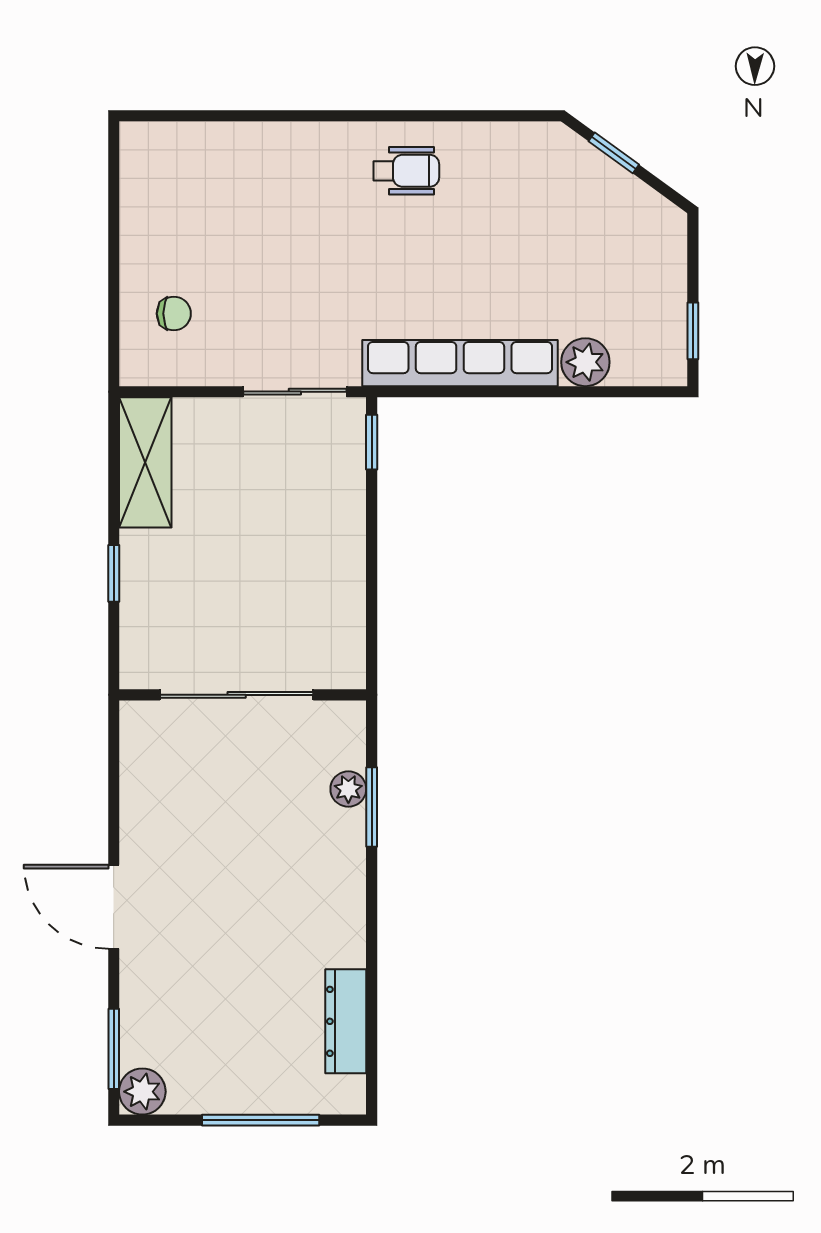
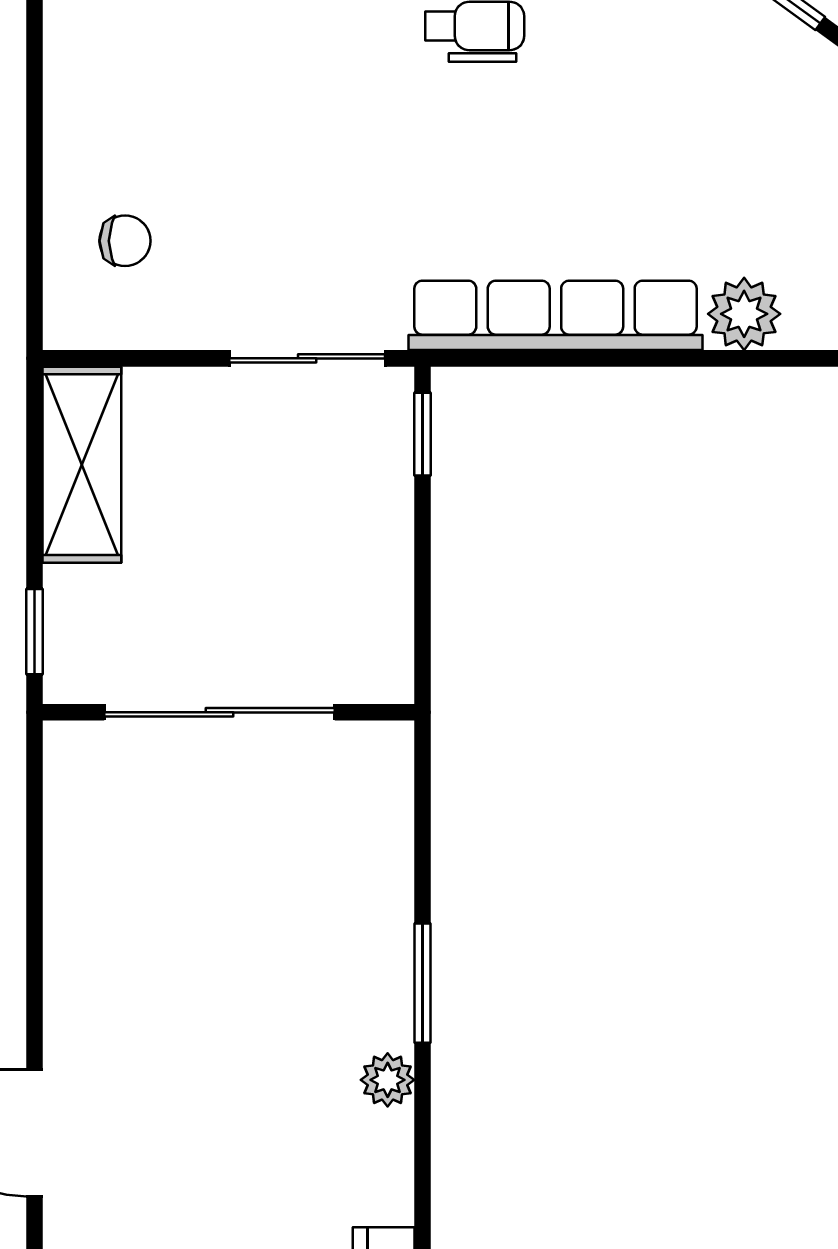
sliding door: (237, 695) -> (219, 712), moved
wall: (243, 695) -> (229, 712), moved
plant: (348, 789) -> (388, 1080), moved

